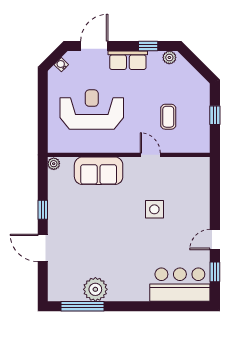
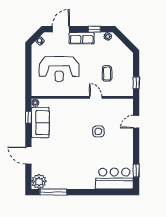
reception desk: (92, 110) -> (59, 69), turned 180
window: (215, 115) -> (136, 83), moved
sofa: (99, 171) -> (40, 123), moved, turned -90
window: (43, 210) -> (28, 117), moved
door: (215, 239) -> (136, 122), moved
plant: (95, 289) -> (39, 181), moved

